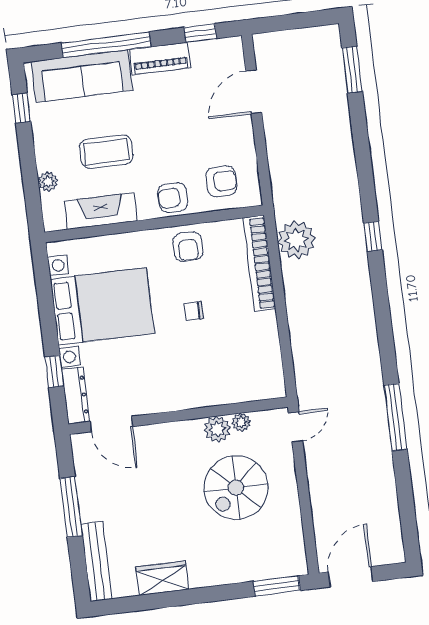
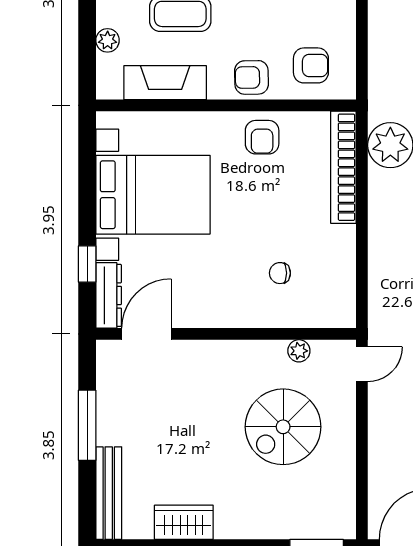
chair: (193, 311) -> (280, 273), moved
door: (111, 424) -> (146, 334), swing flipped
plant: (217, 429) -> (270, 355), removed

